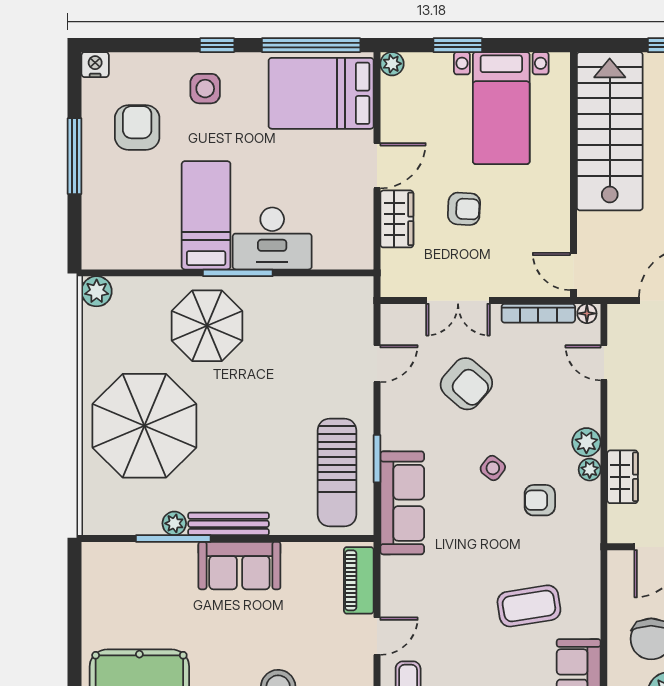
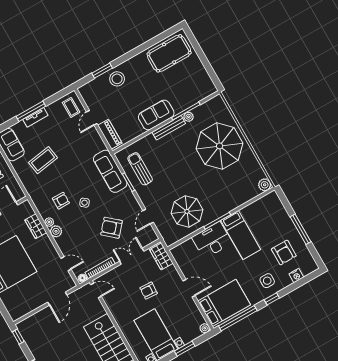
nightstand: (95, 65) -> (296, 276), moved
door: (377, 166) -> (189, 288), swing flipped
wardrobe: (397, 219) -> (161, 256), moved
parasol: (207, 326) -> (187, 211), moved
sun lounger: (337, 473) -> (140, 169), width x0.73, depth x0.75

